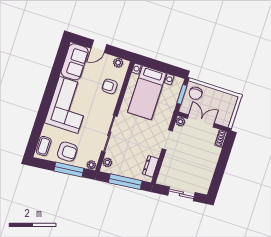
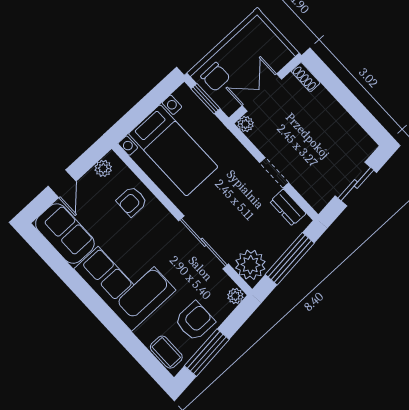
doorway: (167, 140) -> (274, 173), moved
plant: (107, 162) -> (250, 265), width x1.87, depth x1.87
window: (69, 170) -> (207, 353), moved

